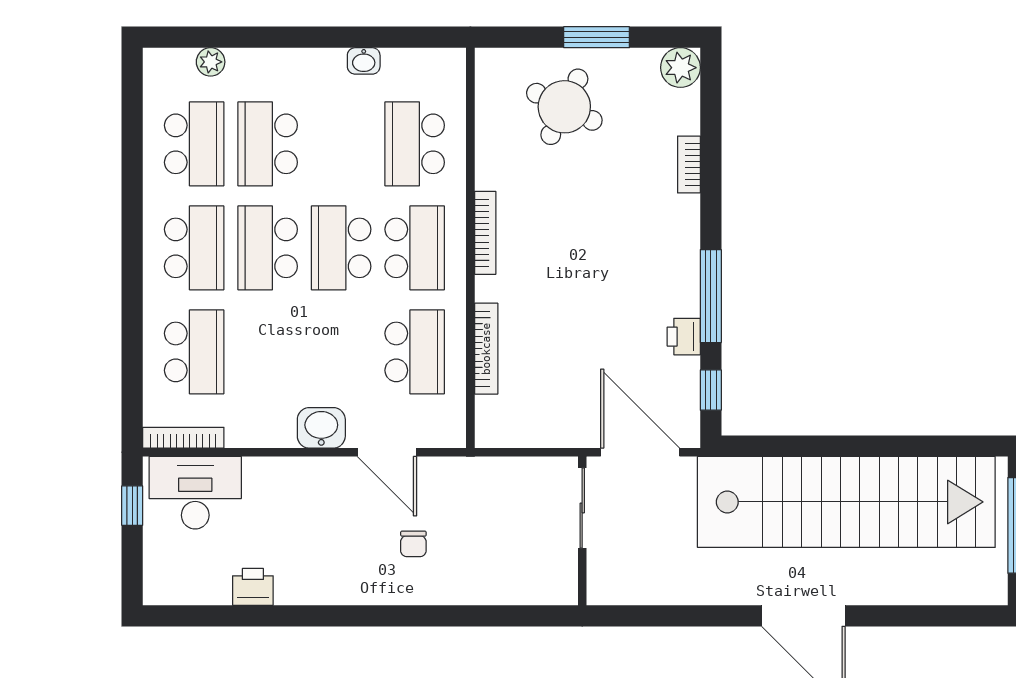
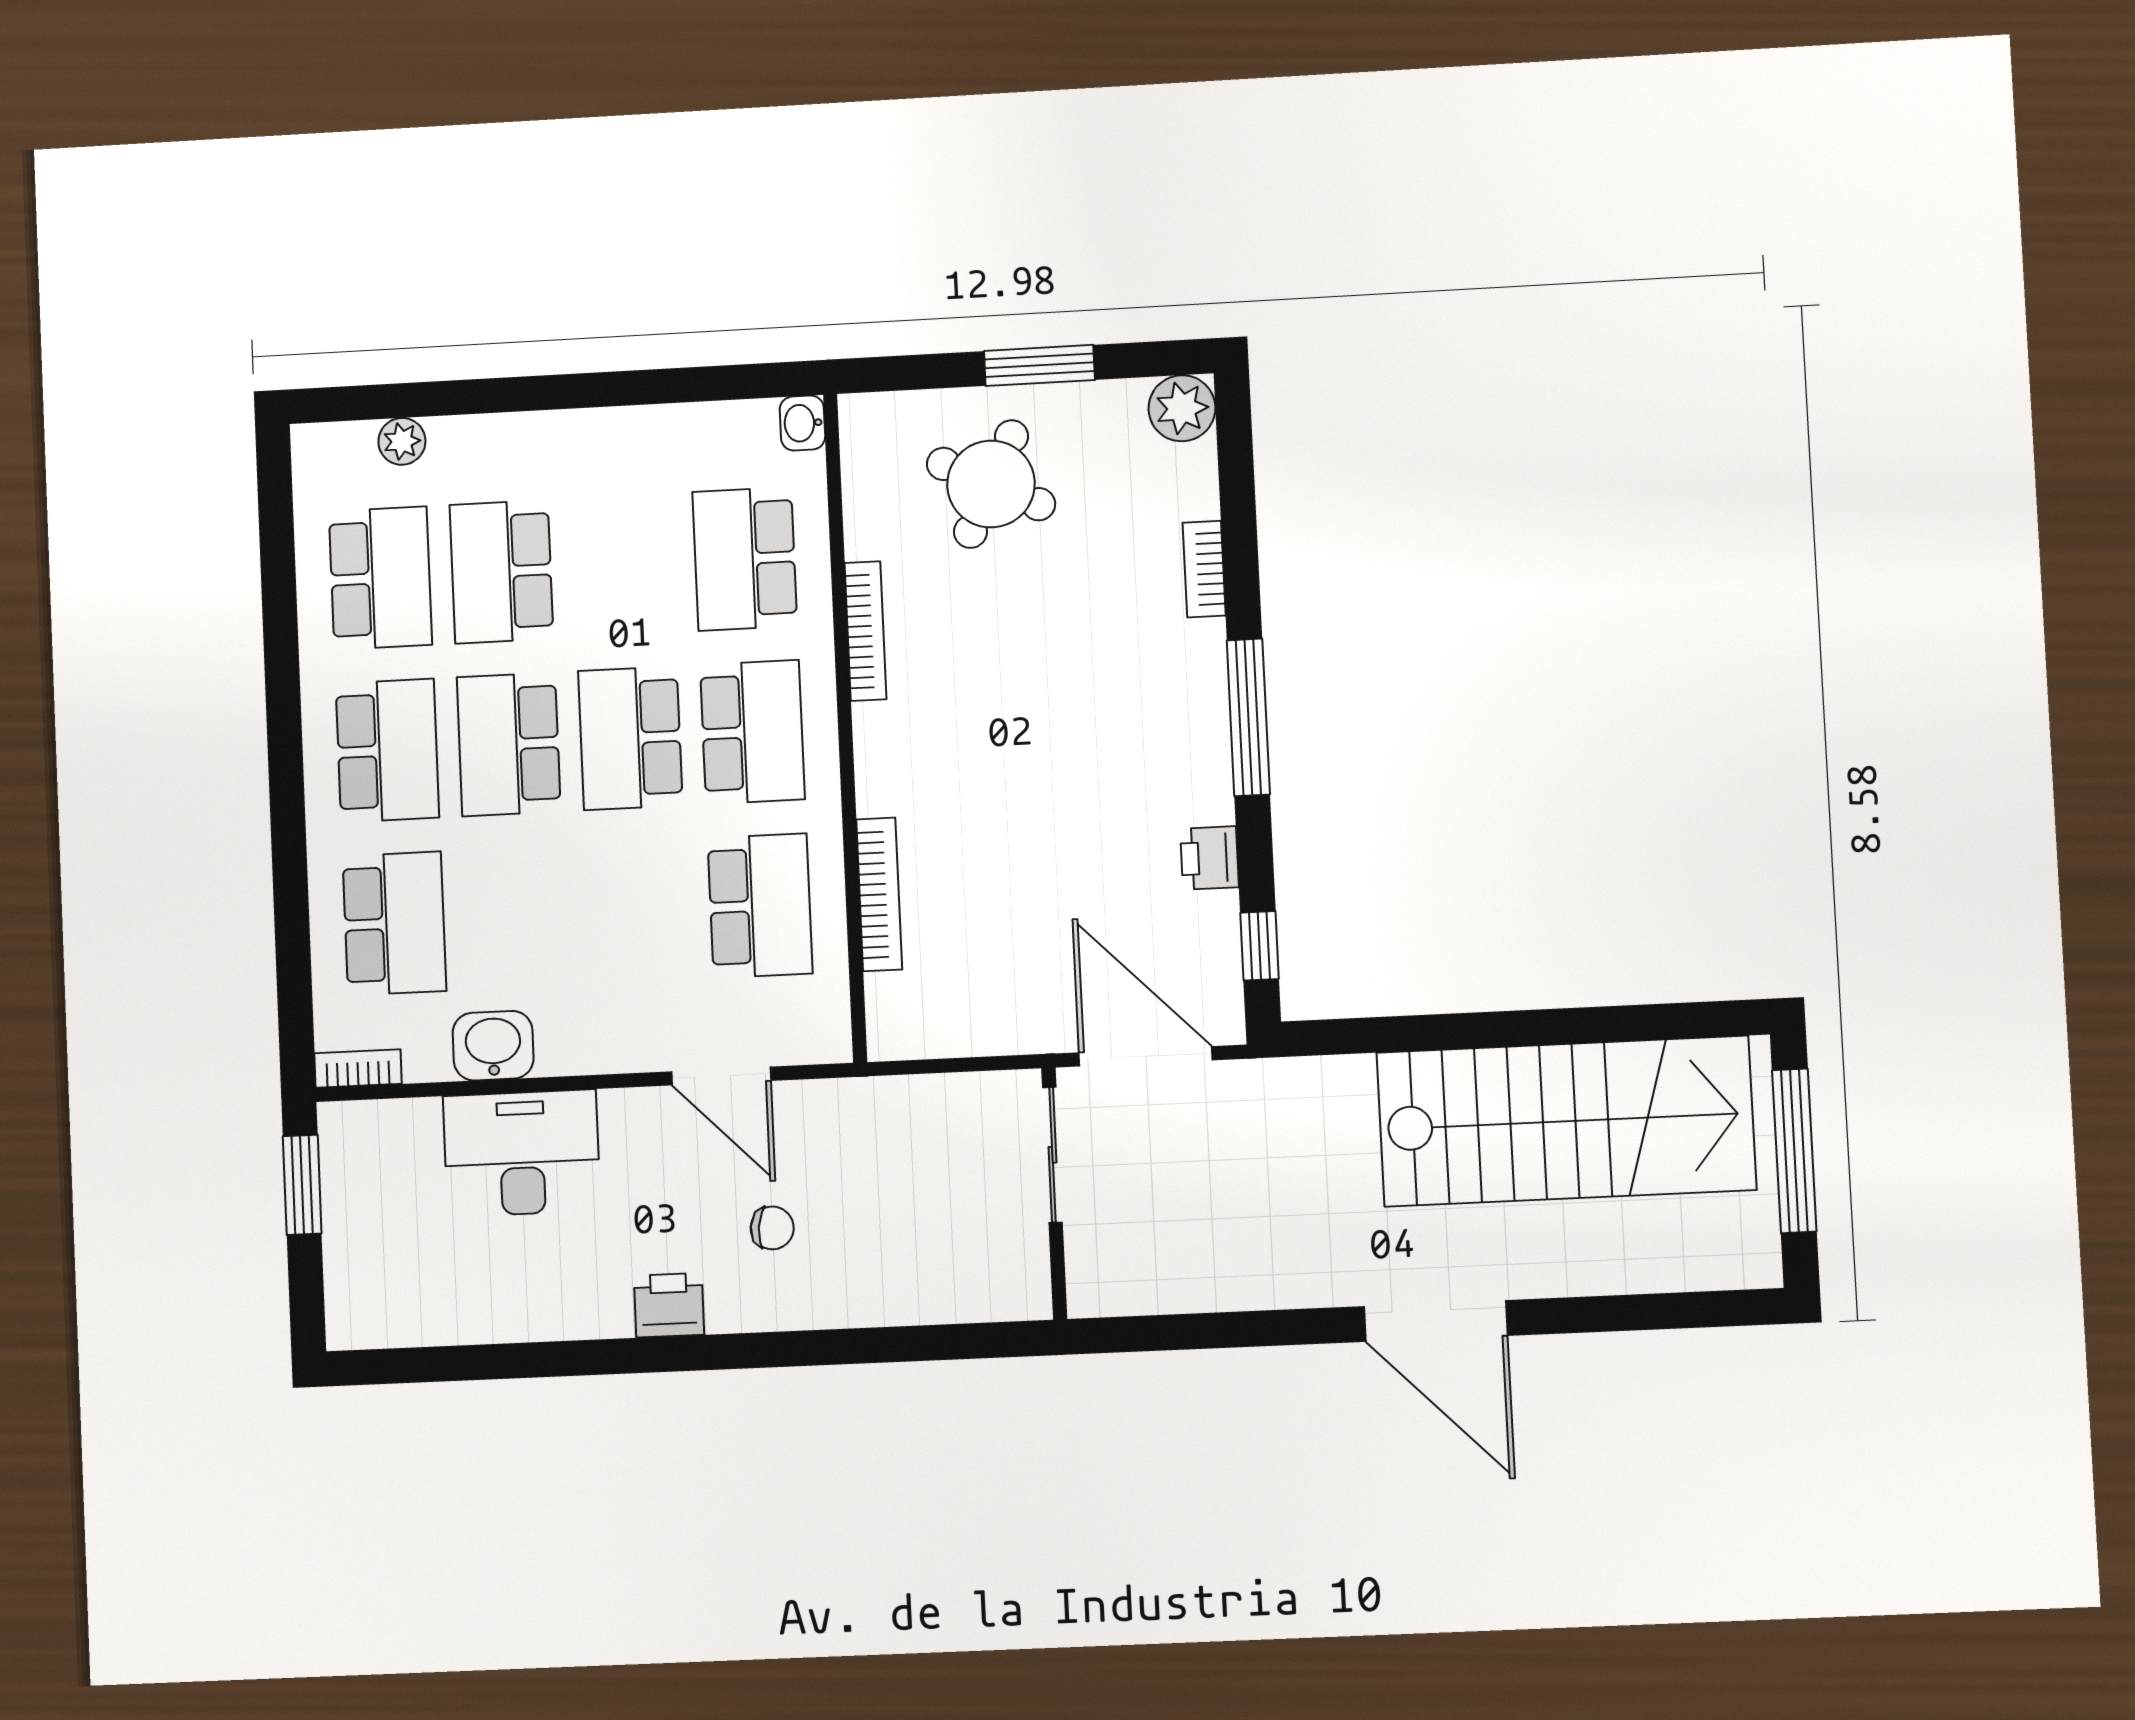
washbasin: (364, 61) -> (802, 423), moved, turned 90
bookcase: (485, 233) -> (866, 631), moved
window: (711, 296) -> (1248, 717), moved
washbasin: (321, 428) -> (493, 1046), moved
bookcase: (183, 438) -> (358, 1069), width x0.64
desk: (195, 493) -> (522, 1153), moved
stairs: (846, 502) -> (1566, 1121), width x0.73
window: (132, 506) -> (302, 1185), width x1.50
chair: (413, 544) -> (772, 1228), turned -84
printer: (253, 587) -> (669, 1305), moved

